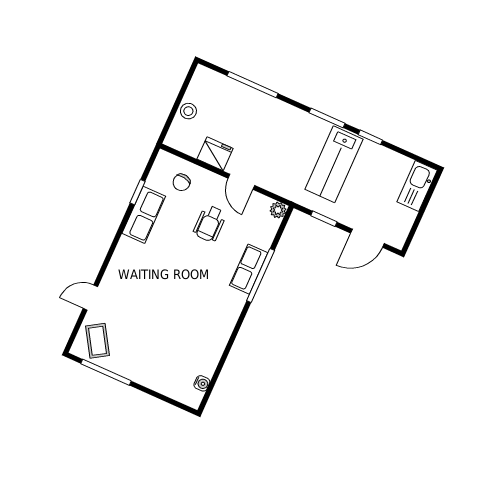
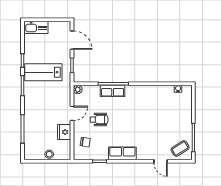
lab bench: (334, 164) -> (43, 72), turned 180
row of seats: (144, 215) -> (122, 153), moved

